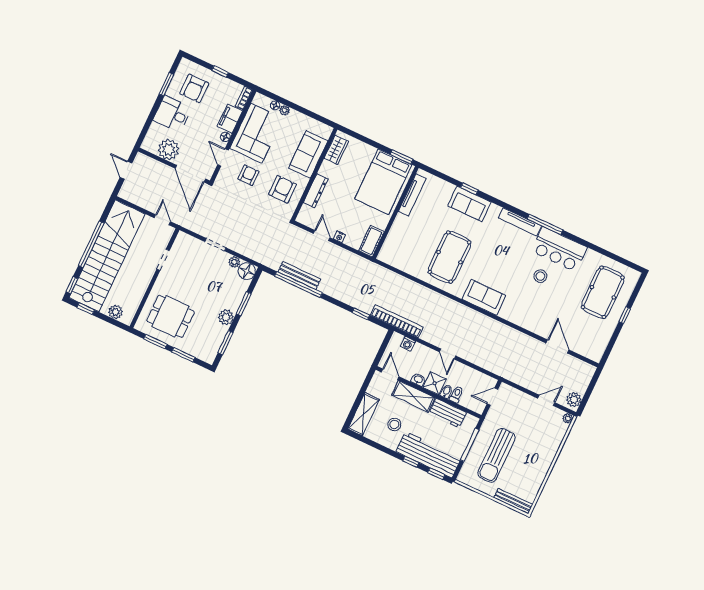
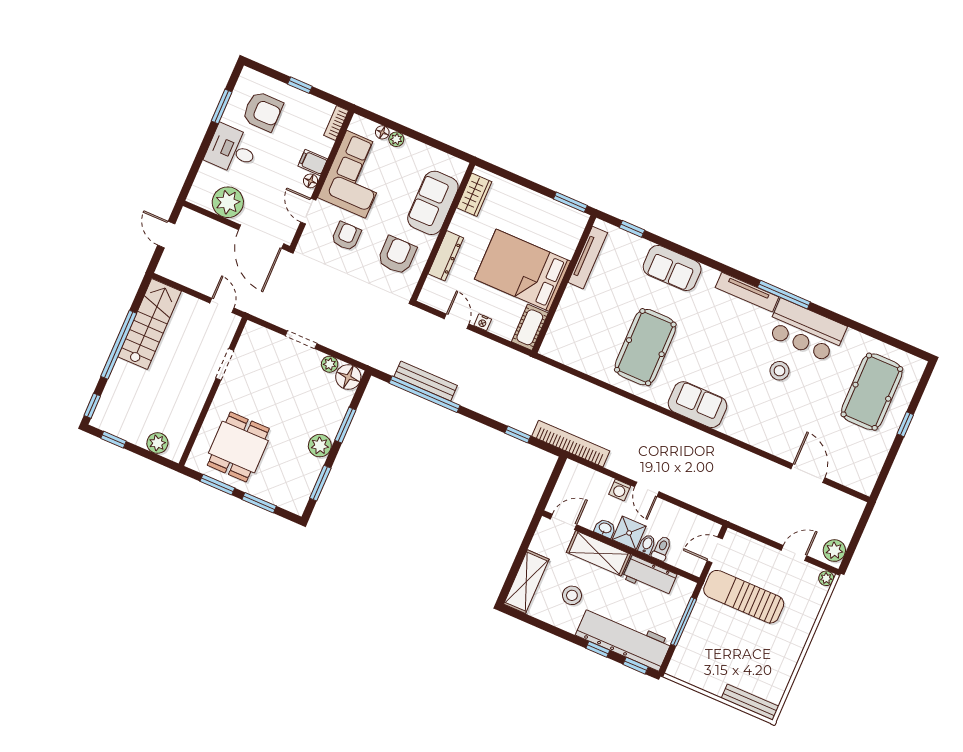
armchair: (194, 88) -> (263, 111), turned -90
filing cabinet: (230, 119) -> (313, 162), width x0.50
bed: (383, 182) -> (523, 270), moved, turned 90
window: (469, 189) -> (632, 229), moved
stairs: (107, 256) -> (149, 324), width x0.54, depth x0.66
dining table: (170, 316) -> (238, 447), turned 90
washing machine: (408, 344) -> (620, 490), moved
door: (390, 374) -> (563, 522), hinge flipped
sun lounger: (497, 455) -> (744, 597), moved, turned 90

